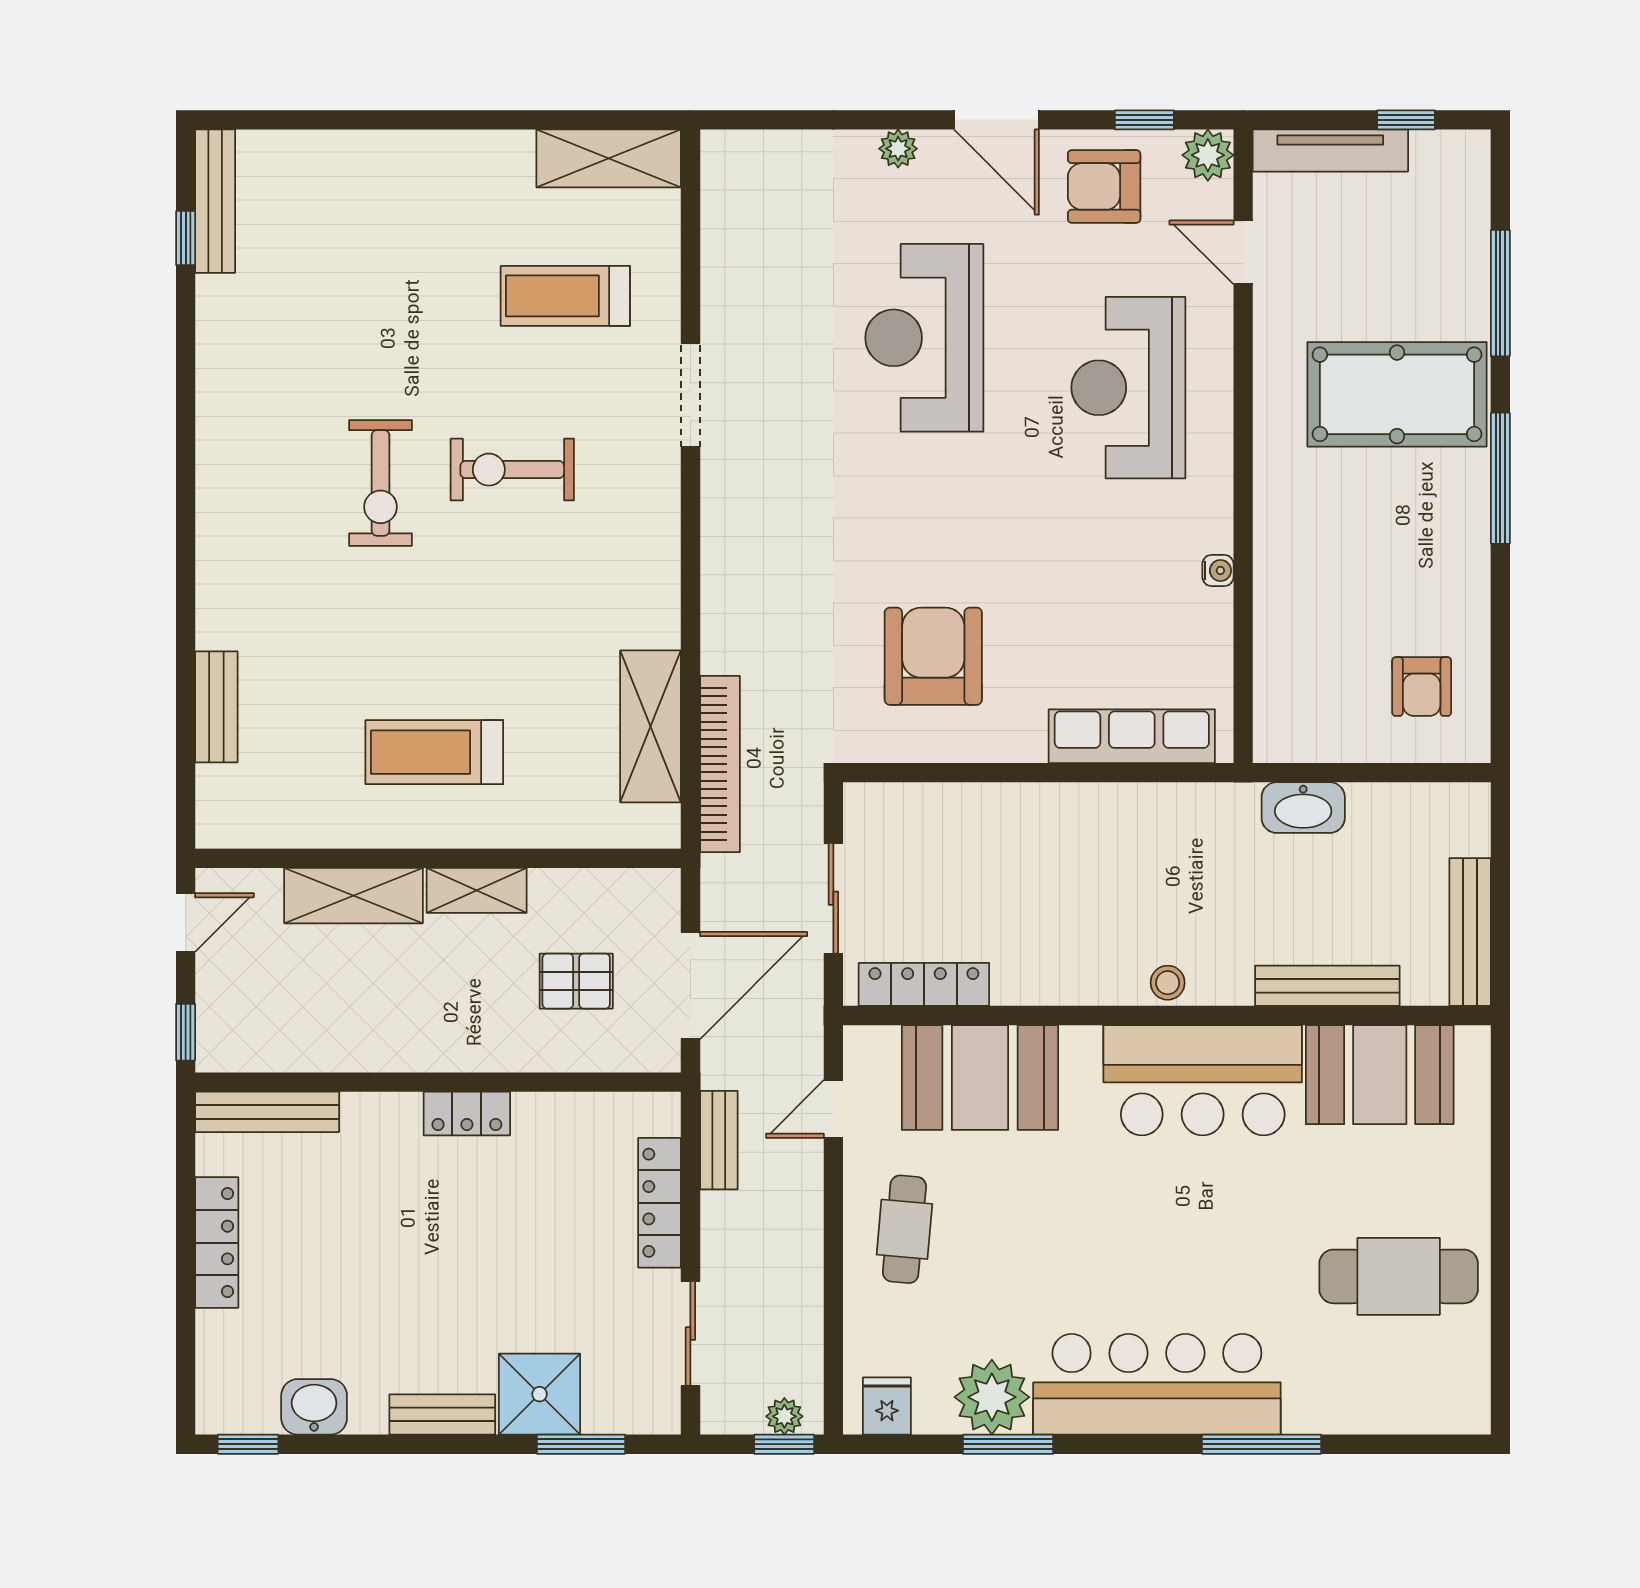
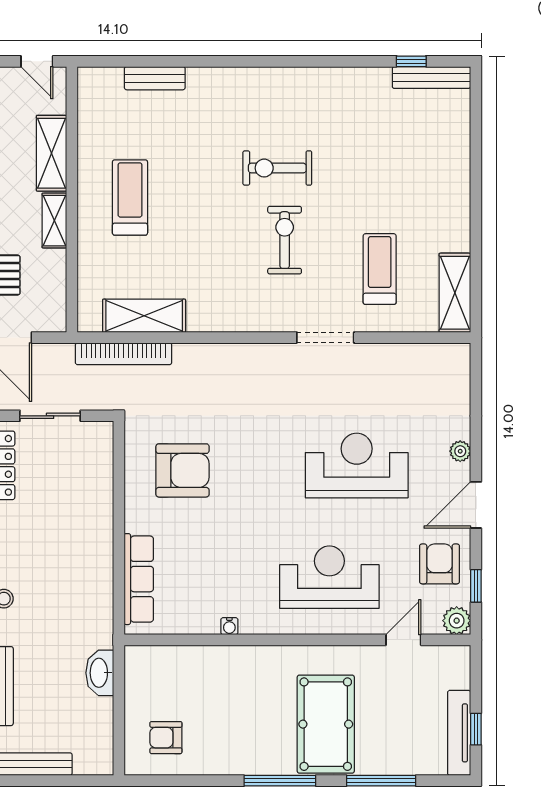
tv unit: (1330, 151) -> (459, 733), moved

